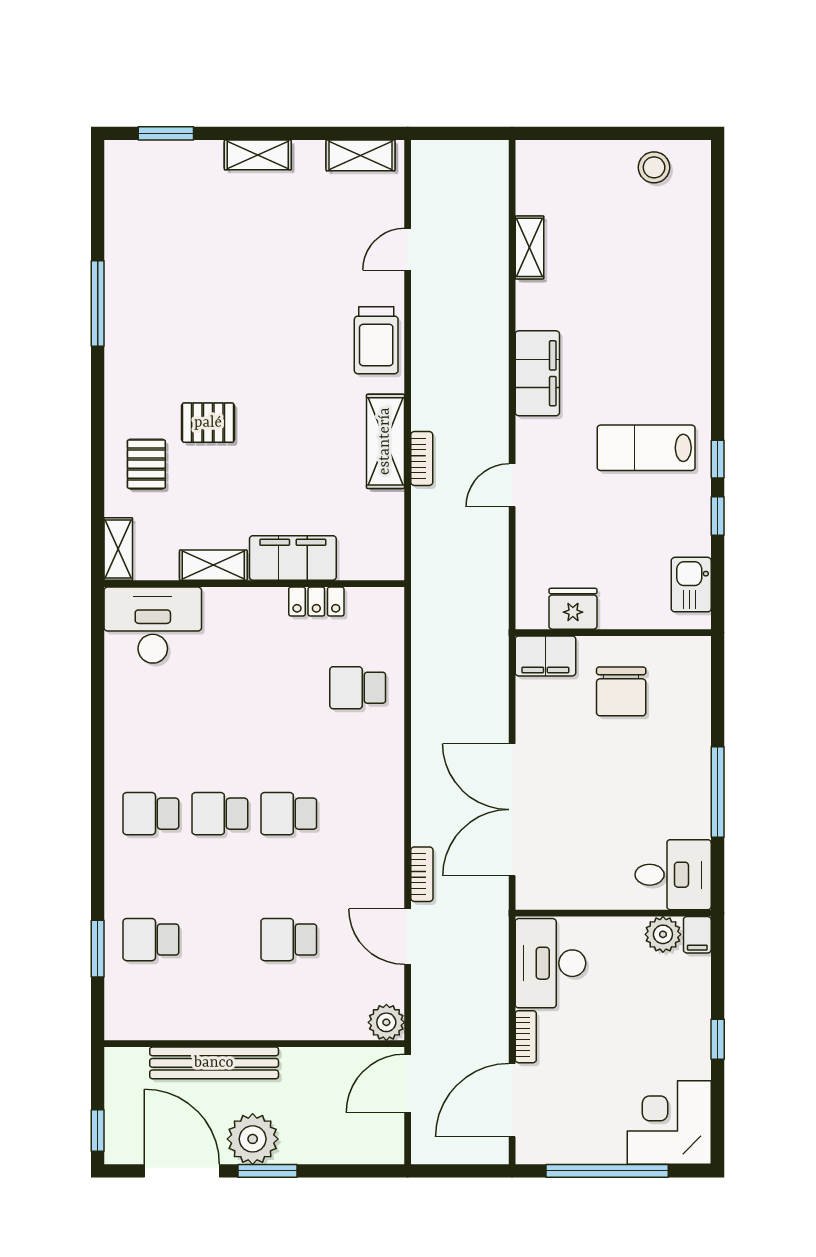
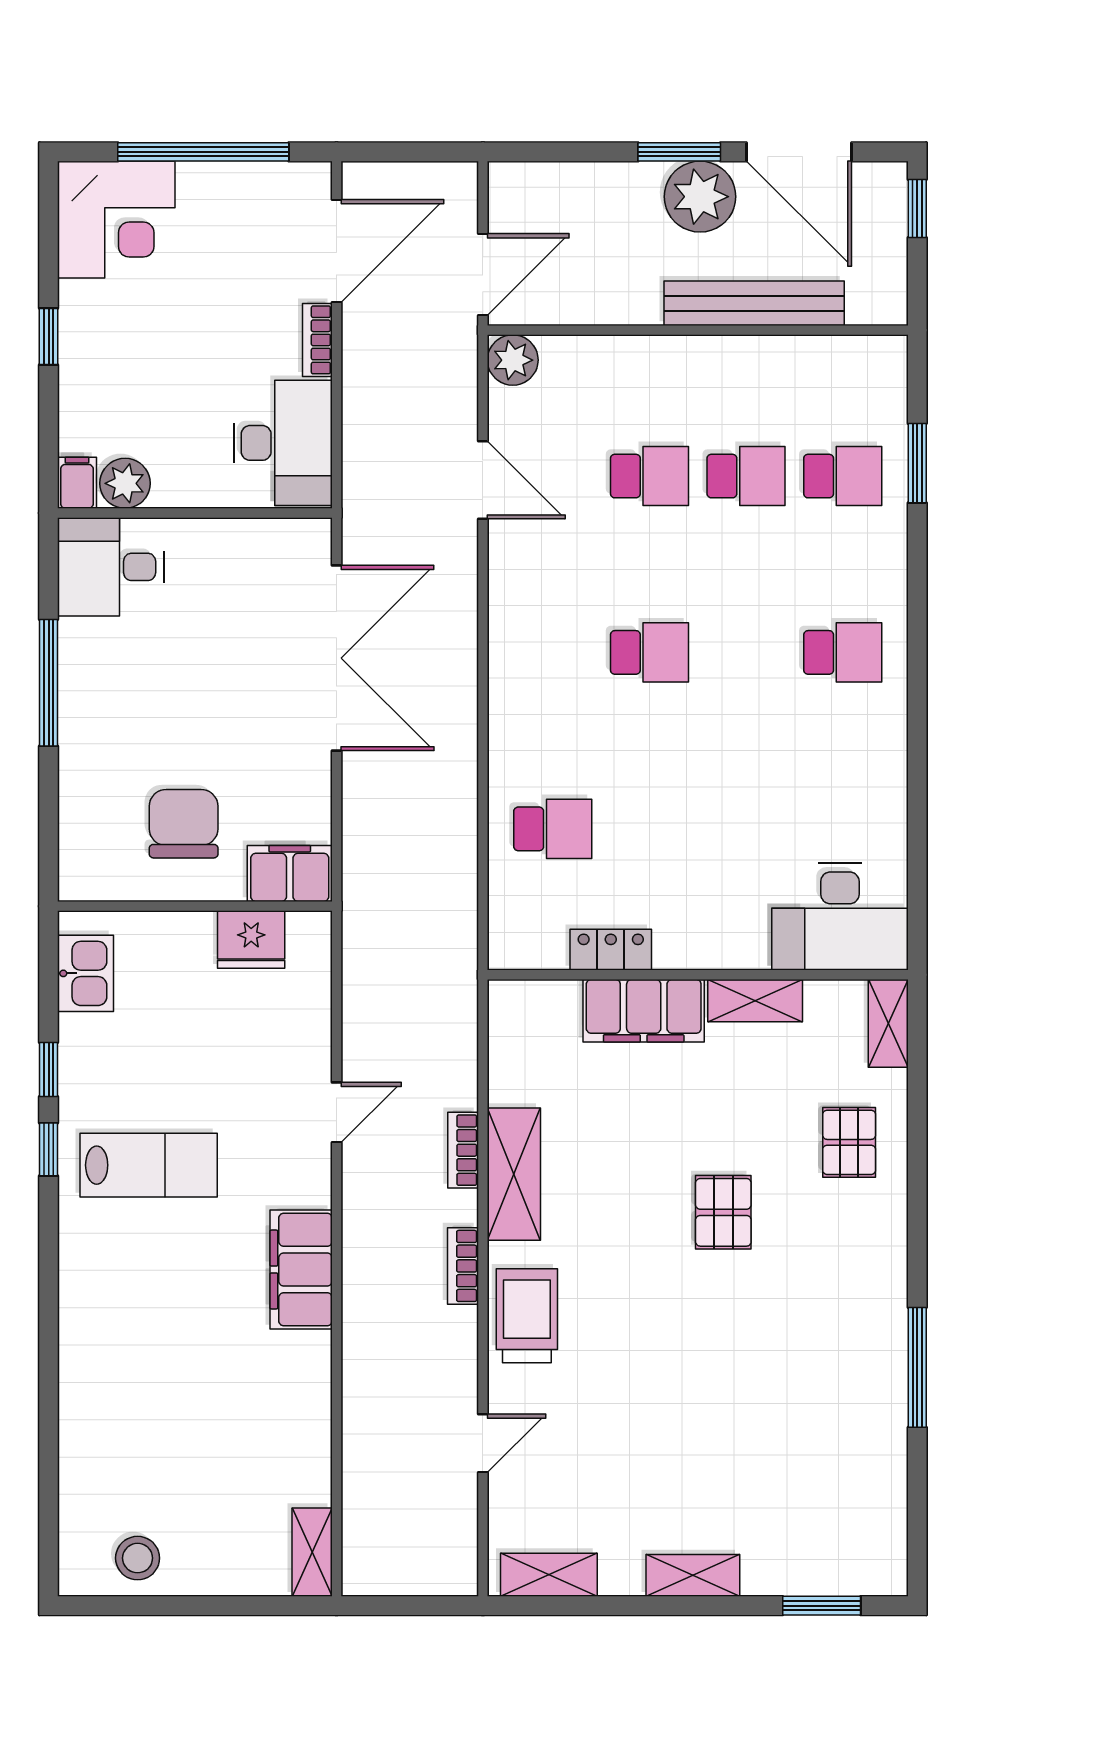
shelving: (530, 247) -> (312, 1552), moved
pallet: (208, 423) -> (723, 1212), moved, turned 90
school desk: (220, 814) -> (746, 476), moved
bookcase: (422, 874) -> (463, 1266), moved

